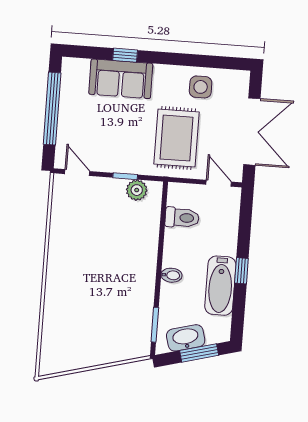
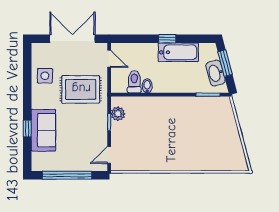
door: (219, 183) -> (109, 59), swing flipped
bidet: (171, 275) -> (147, 86), moved

